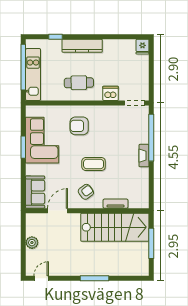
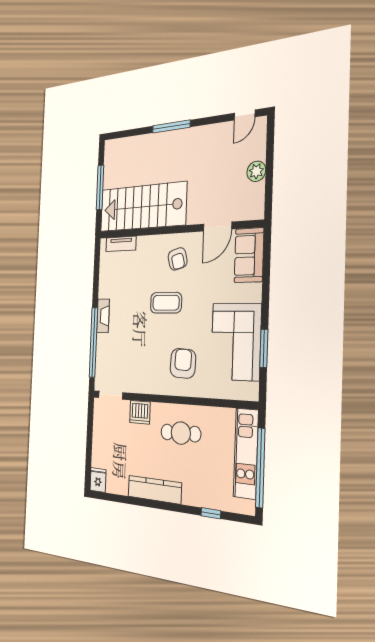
kitchen counter: (82, 46) -> (155, 490), moved
armchair: (79, 126) -> (183, 363), turned -87
window: (23, 147) -> (264, 348), moved
armchair: (86, 192) -> (178, 259), turned -68
tv unit: (116, 204) -> (121, 244), moved

